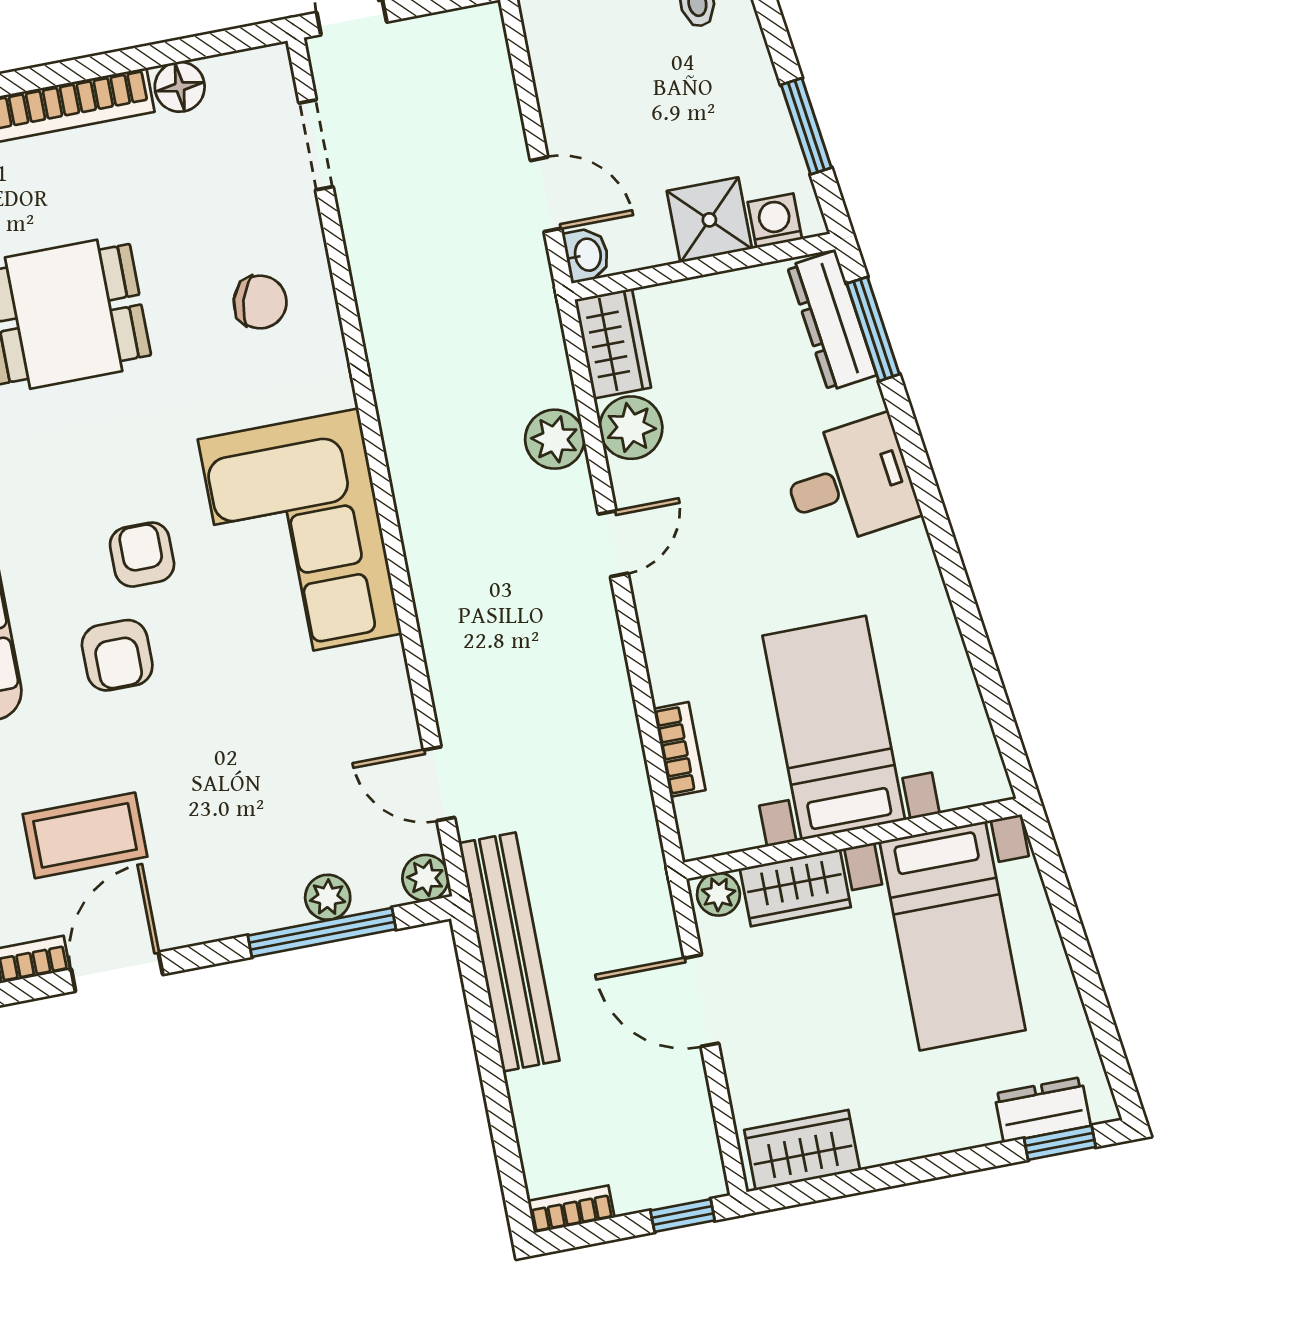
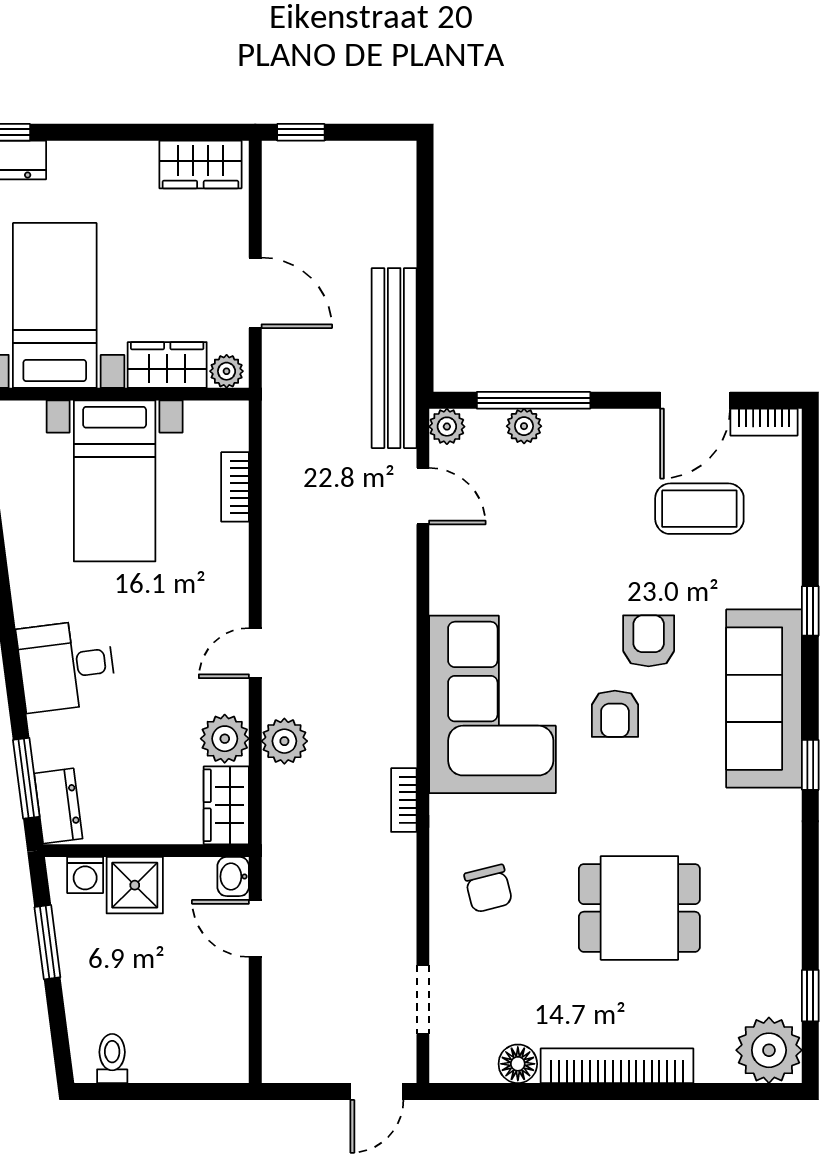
chair: (260, 302) -> (488, 888), turned -121
dresser: (832, 321) -> (58, 806), width x0.70
bookcase: (571, 1209) -> (404, 800), moved, turned 90

